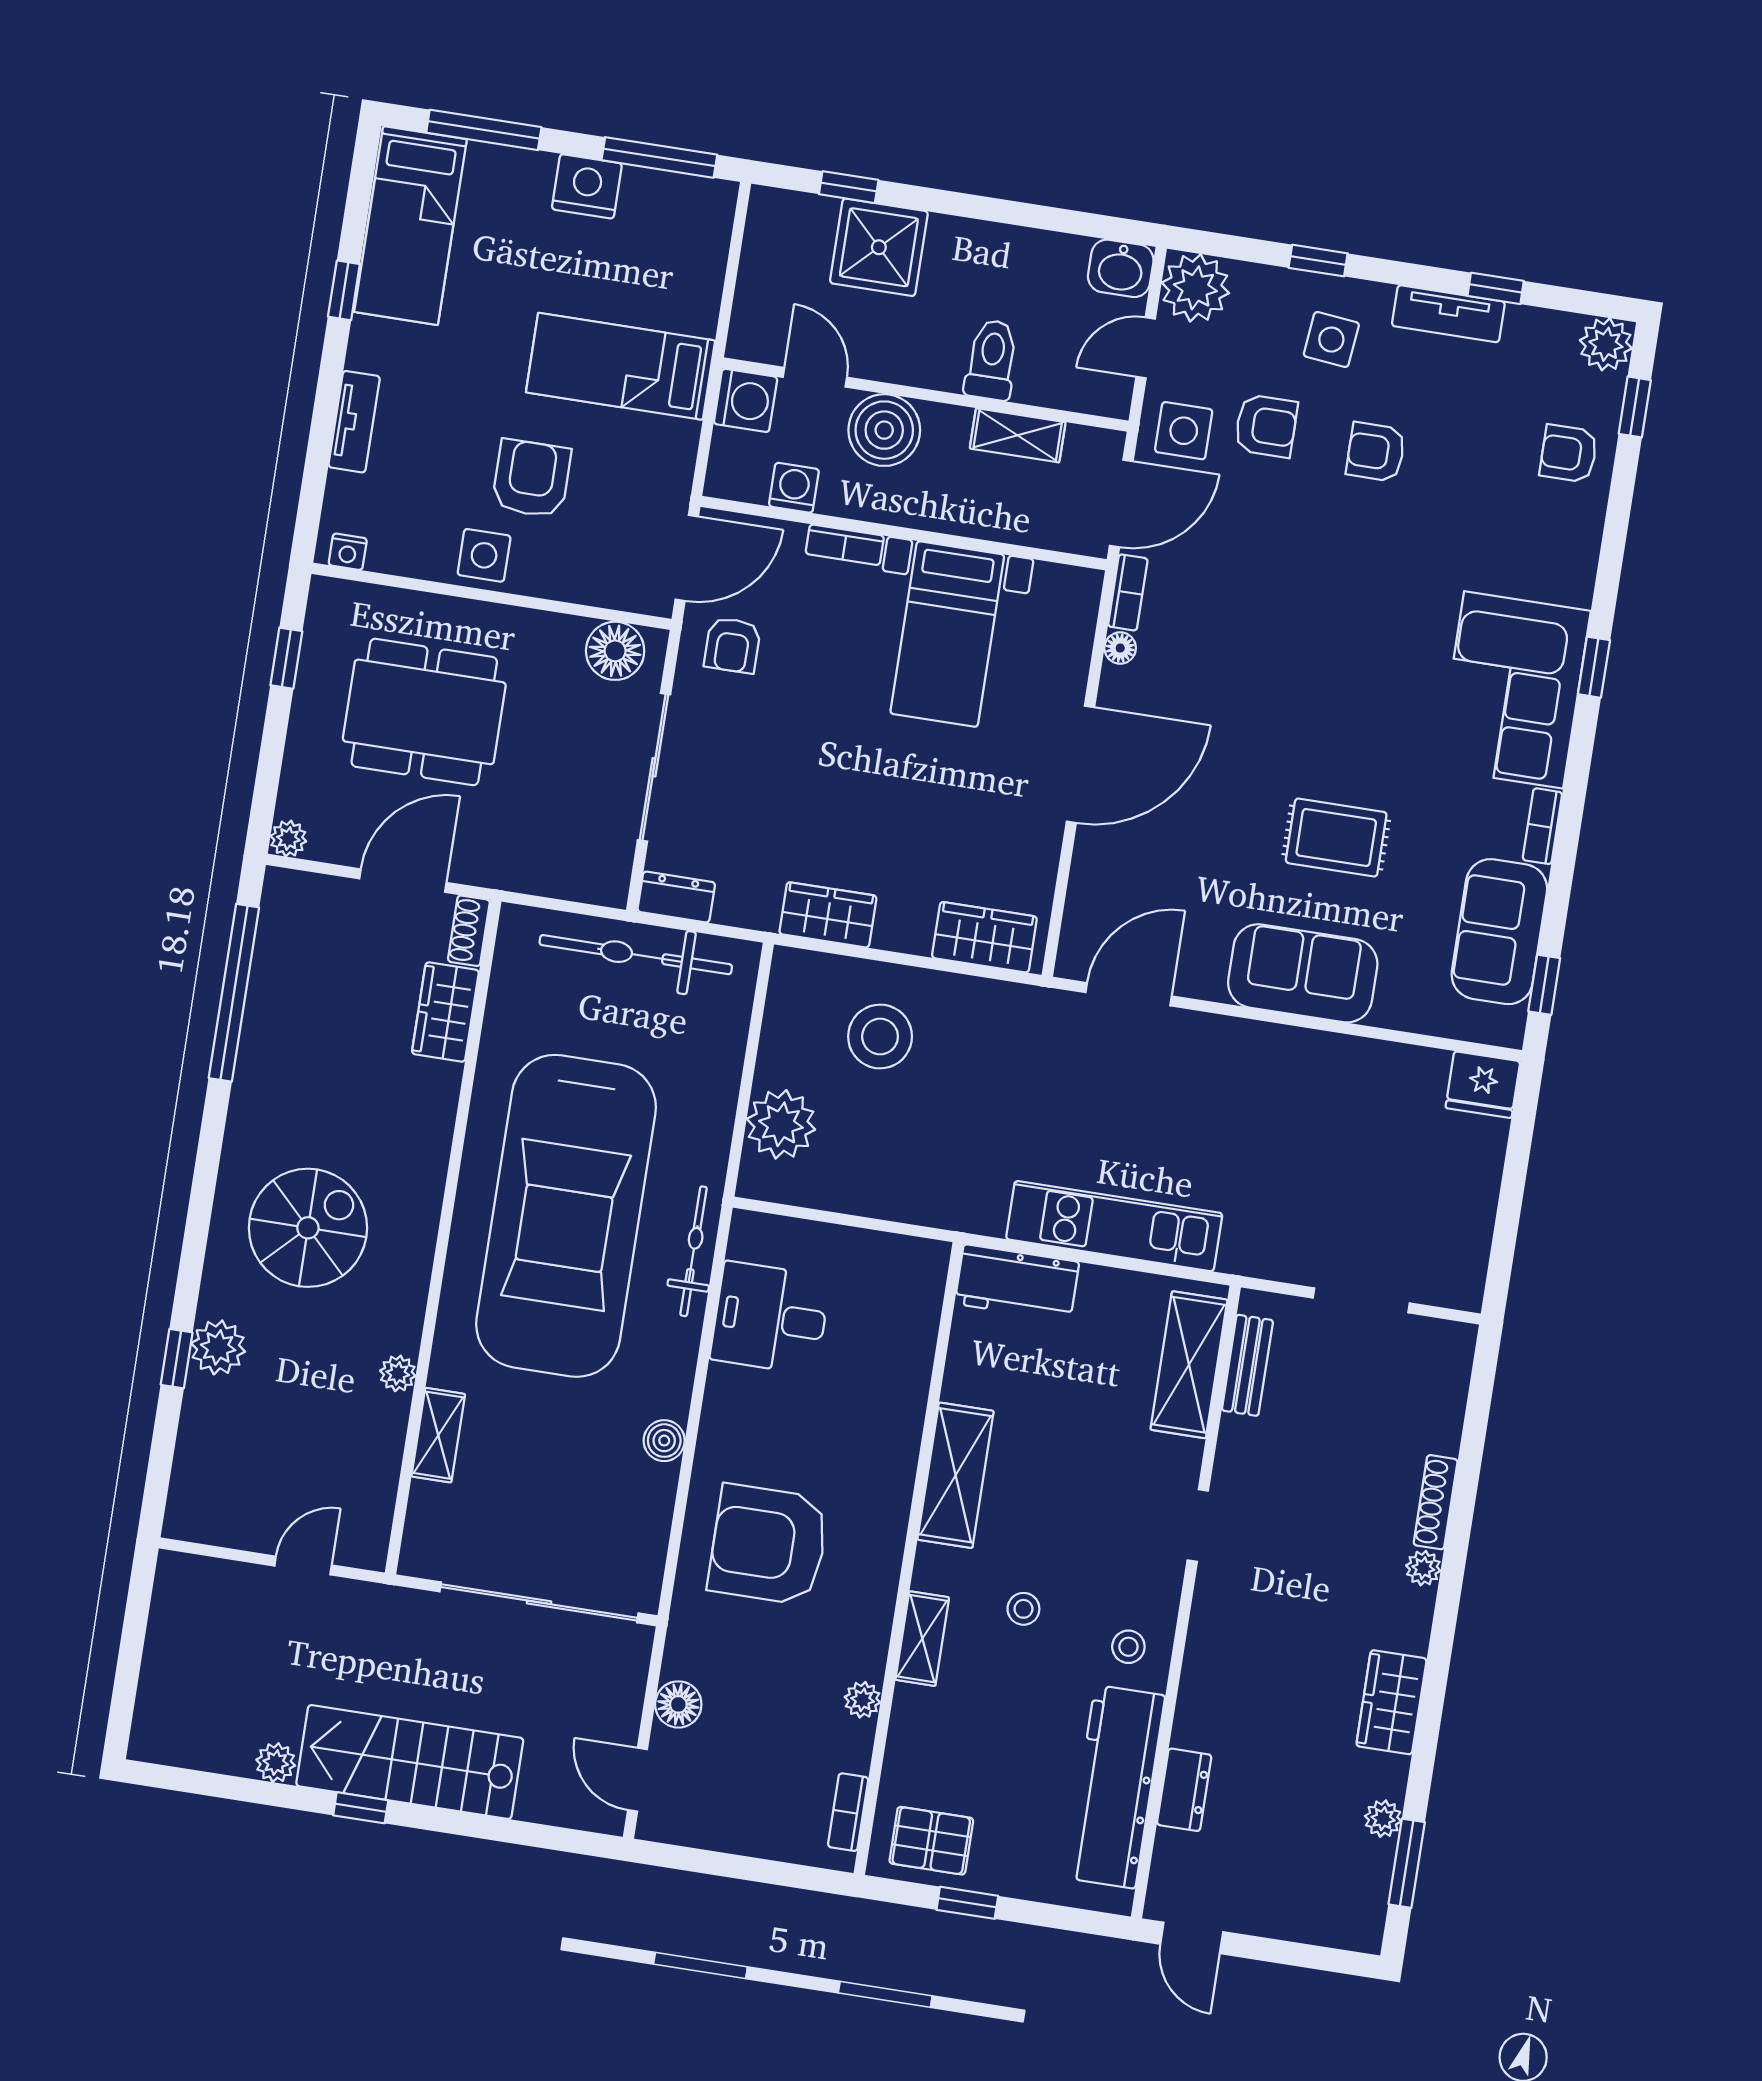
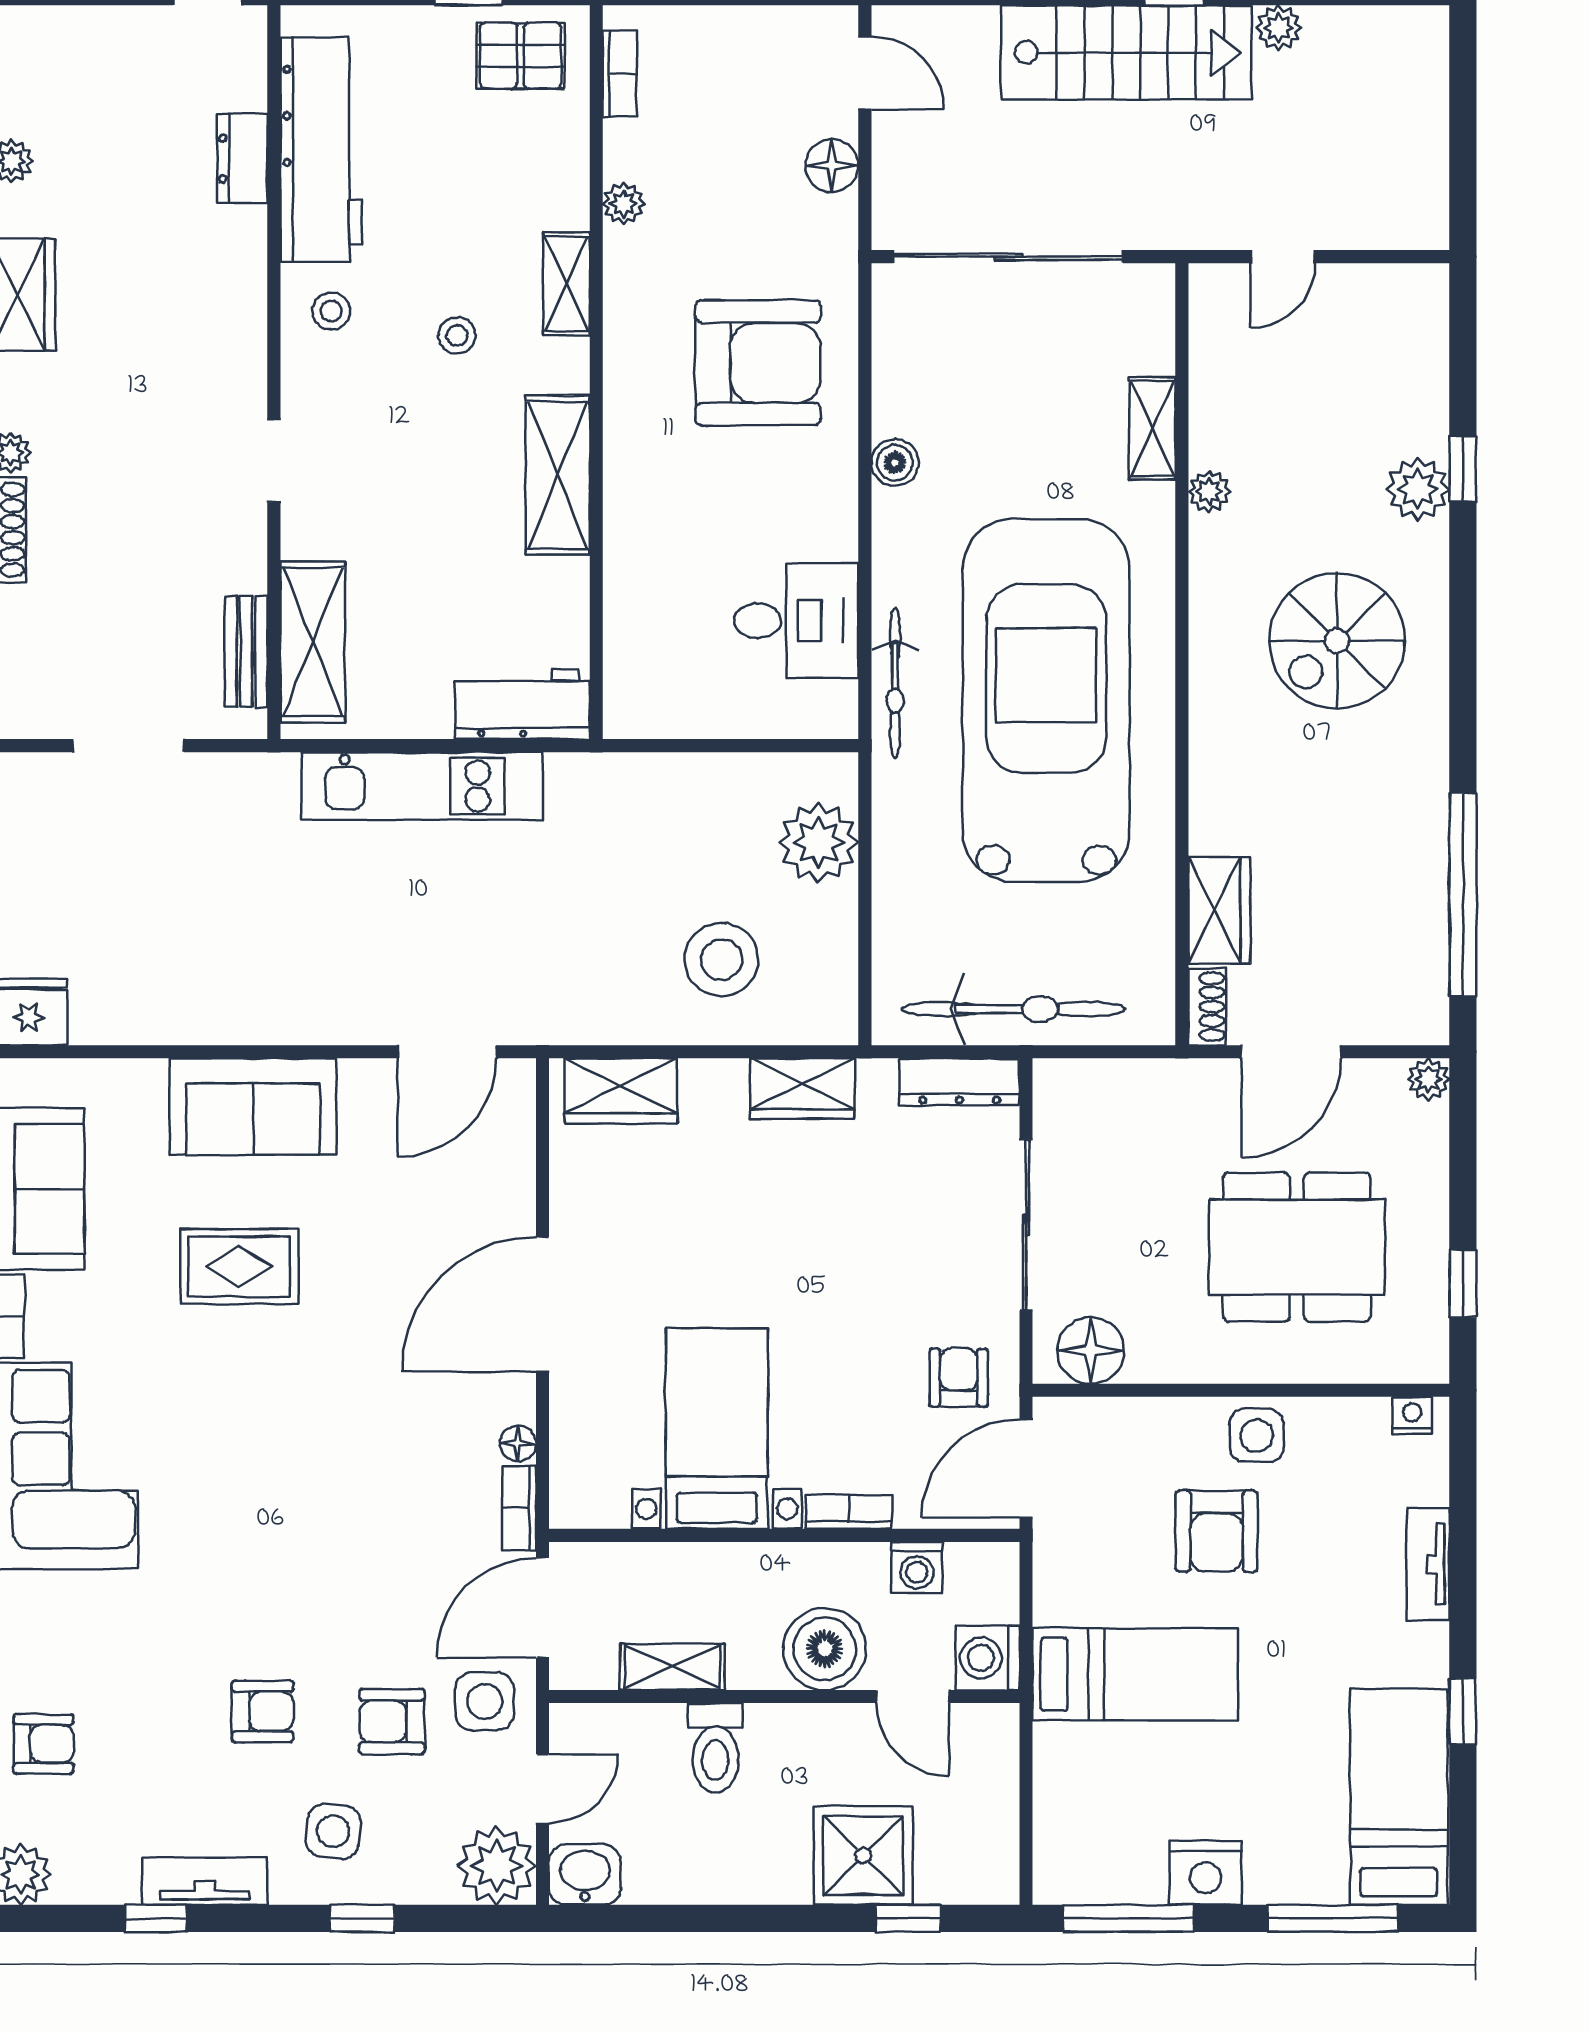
dresser: (676, 897) -> (959, 1082), width x1.44

